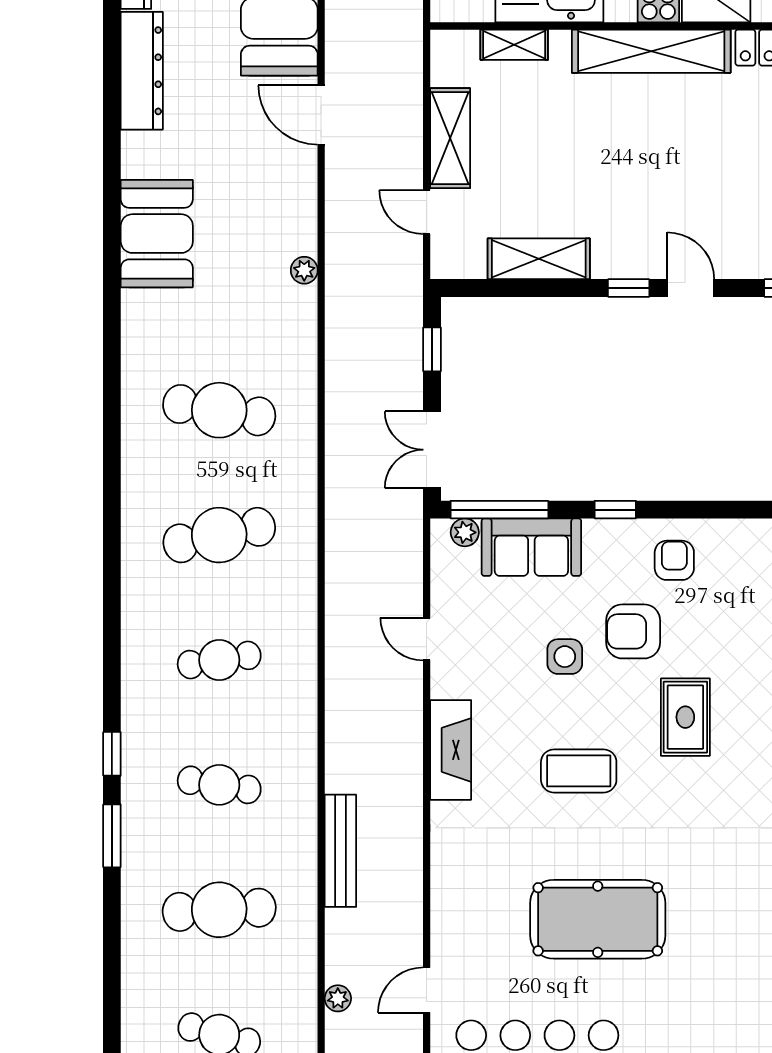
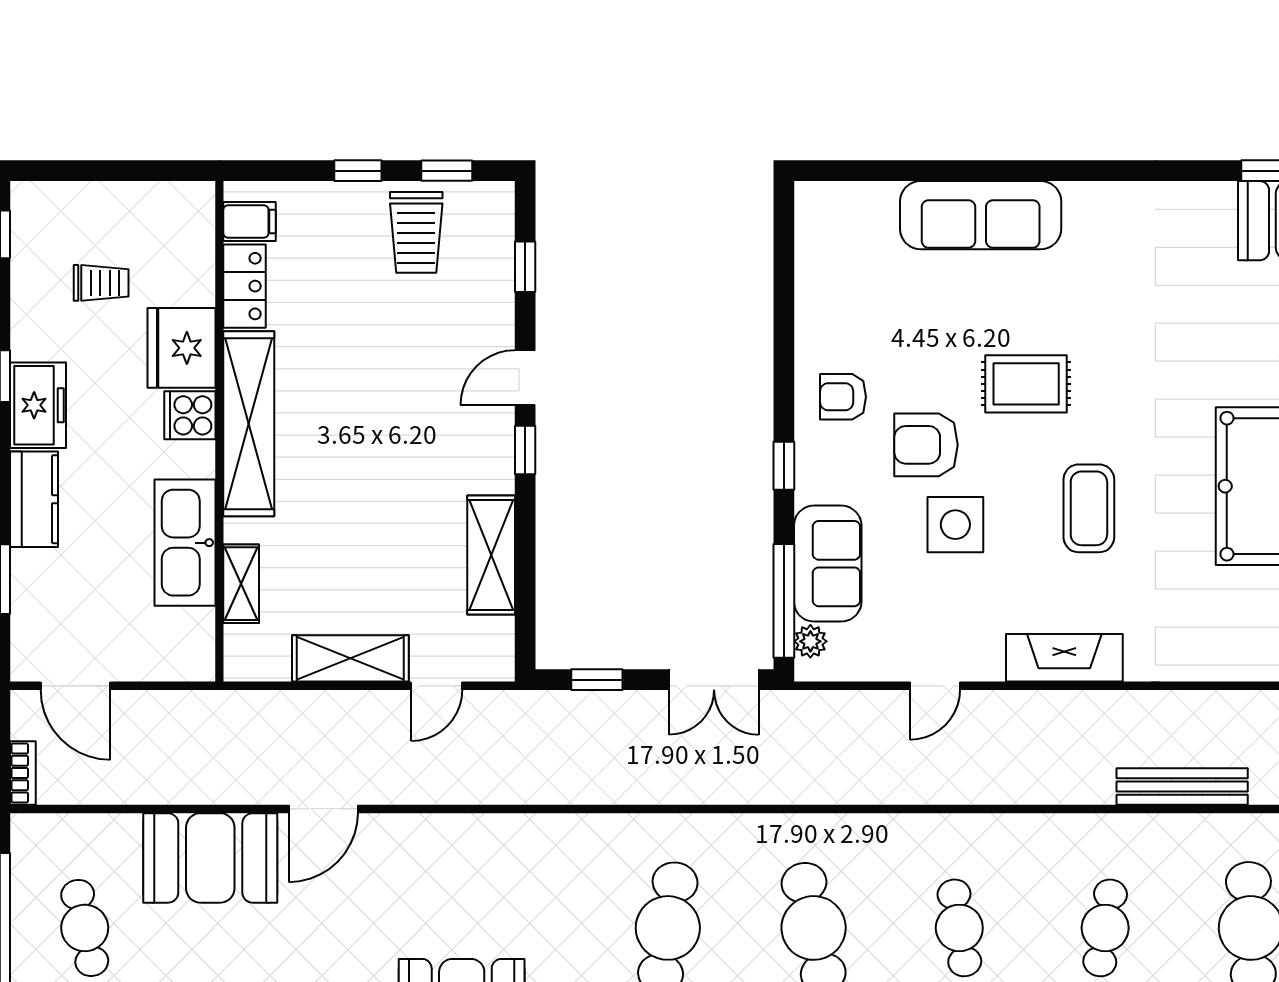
plant: (304, 270) -> (504, 829), removed
armchair: (633, 631) -> (926, 445), turned 90
side table: (565, 657) -> (955, 525), width x1.37, depth x1.37

